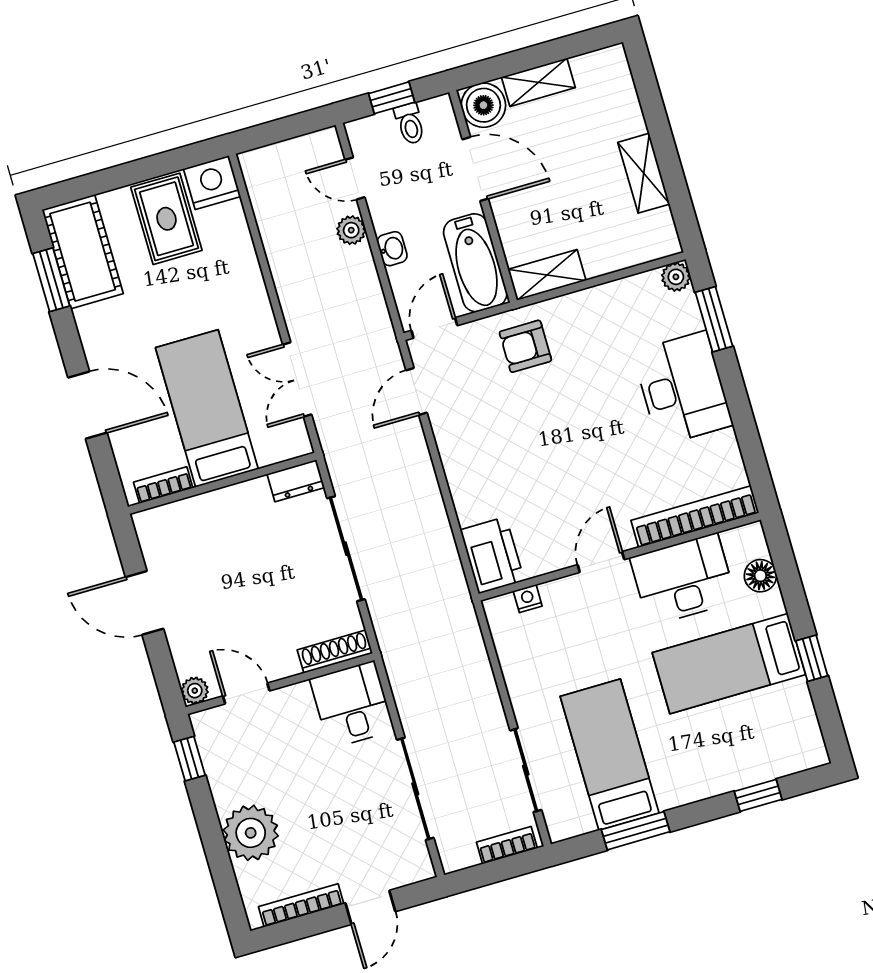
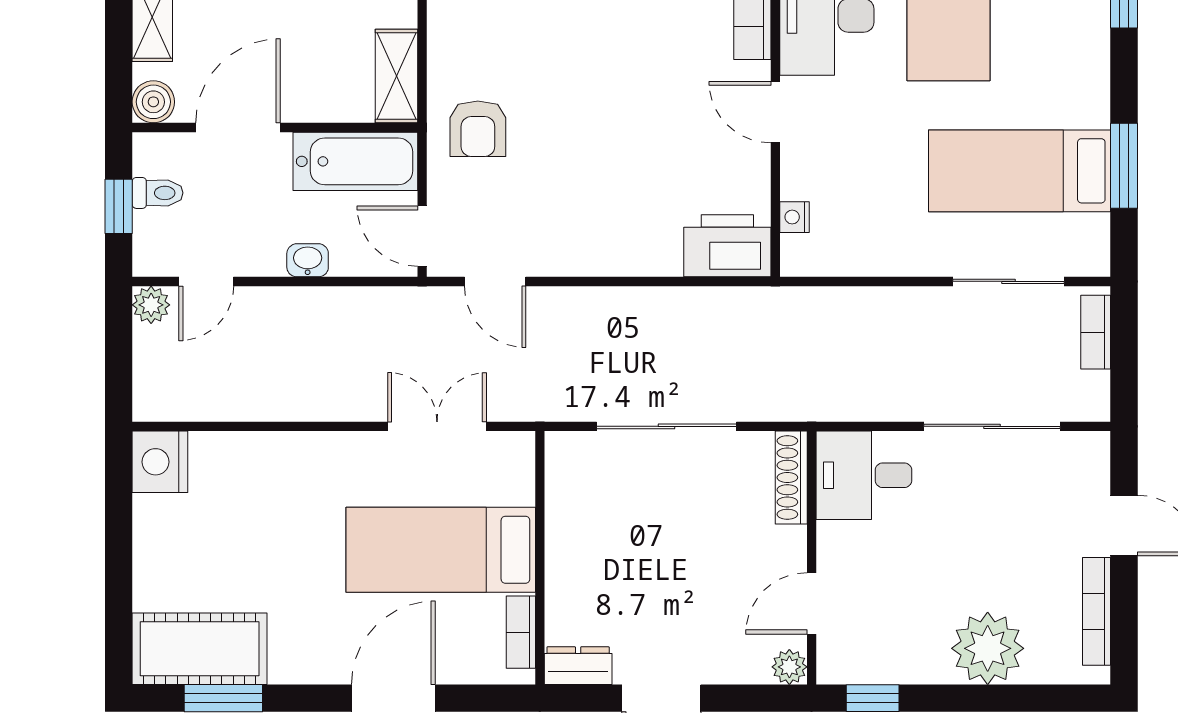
boiler: (483, 105) -> (153, 102), width x0.73, depth x0.73
rug: (166, 219) -> (189, 532), removed
plant: (351, 230) -> (151, 305), moved
double door: (297, 379) -> (437, 426), swing flipped
dresser: (296, 481) -> (578, 666), moved, turned -90

